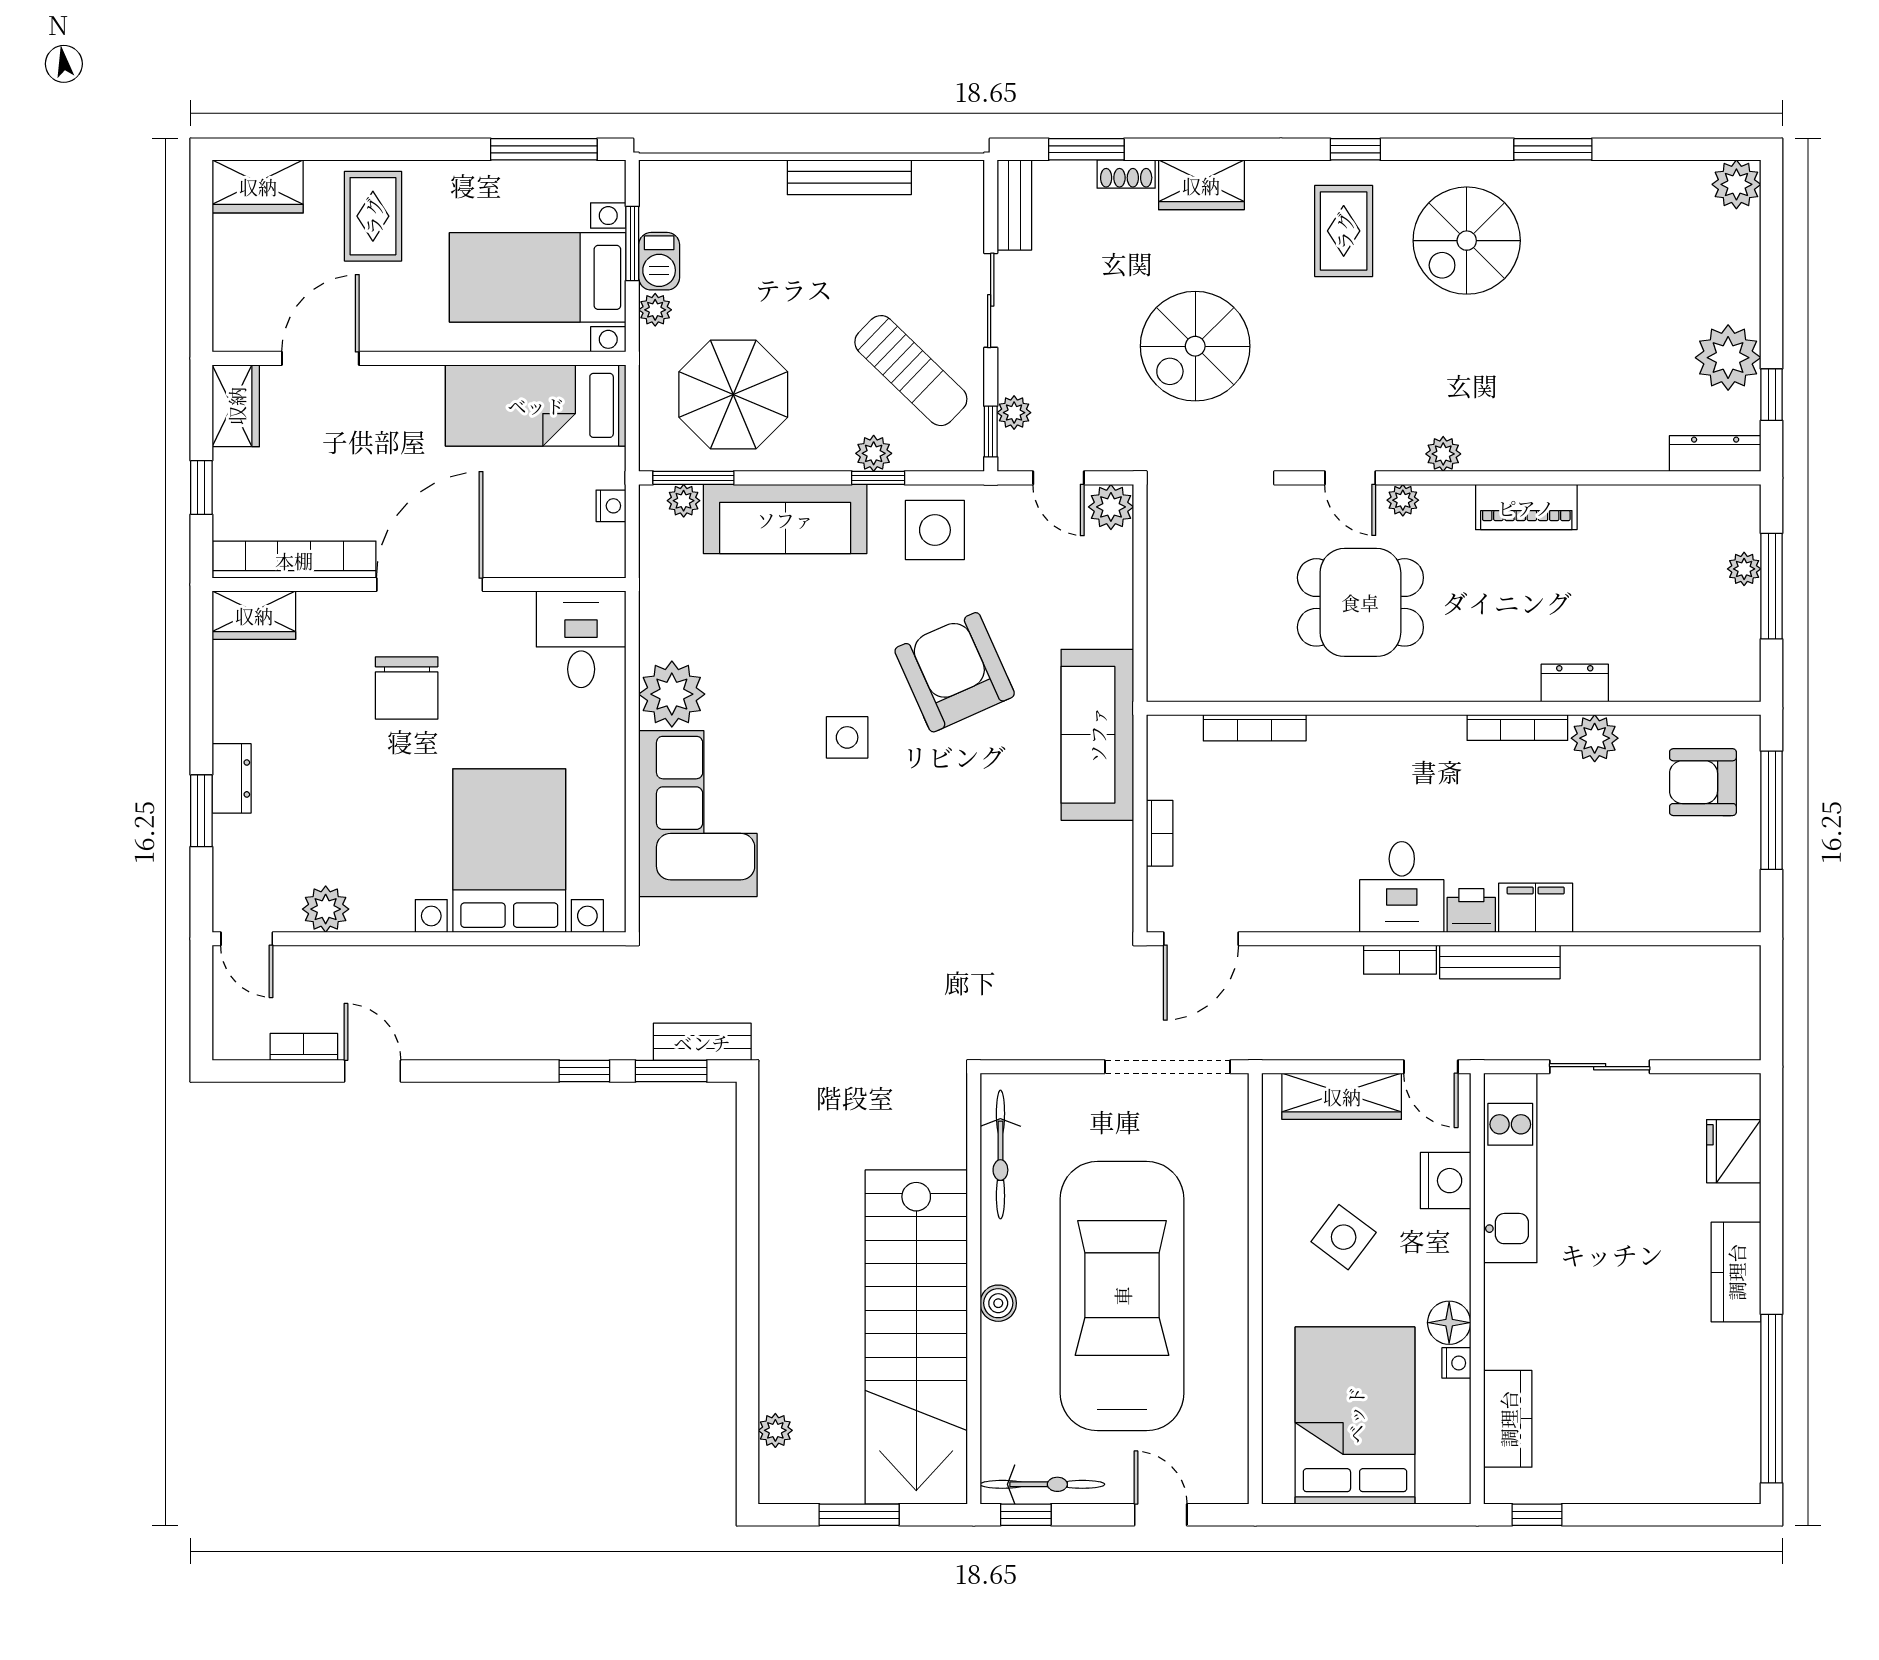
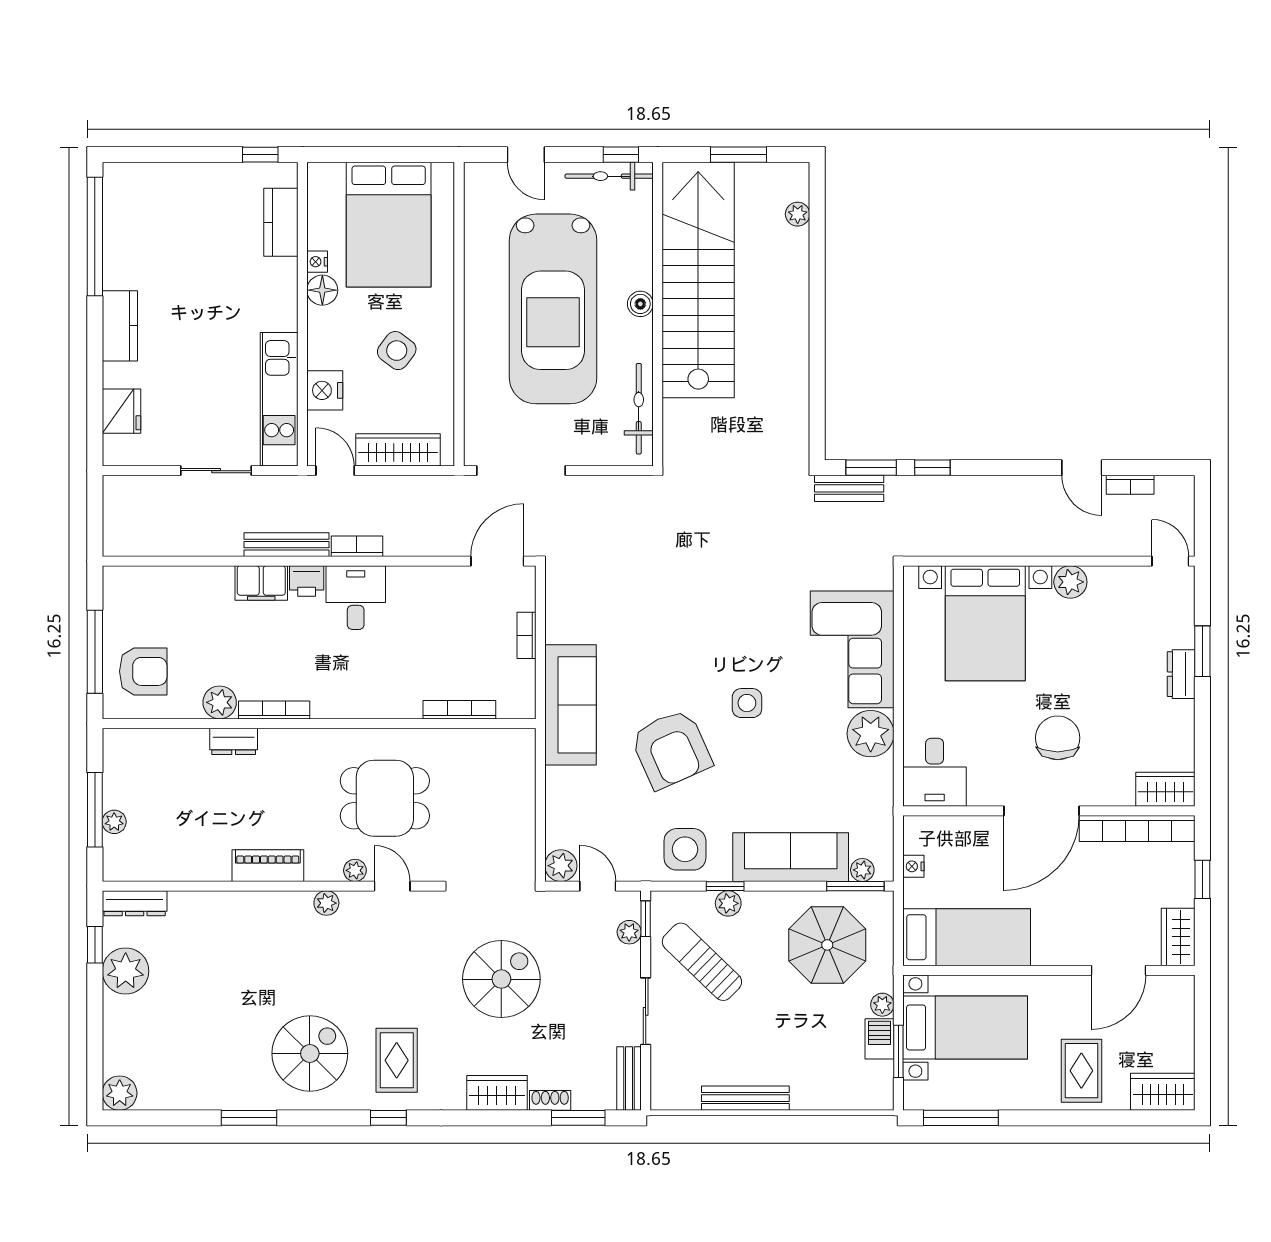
plant: (326, 909) -> (1070, 582), moved

